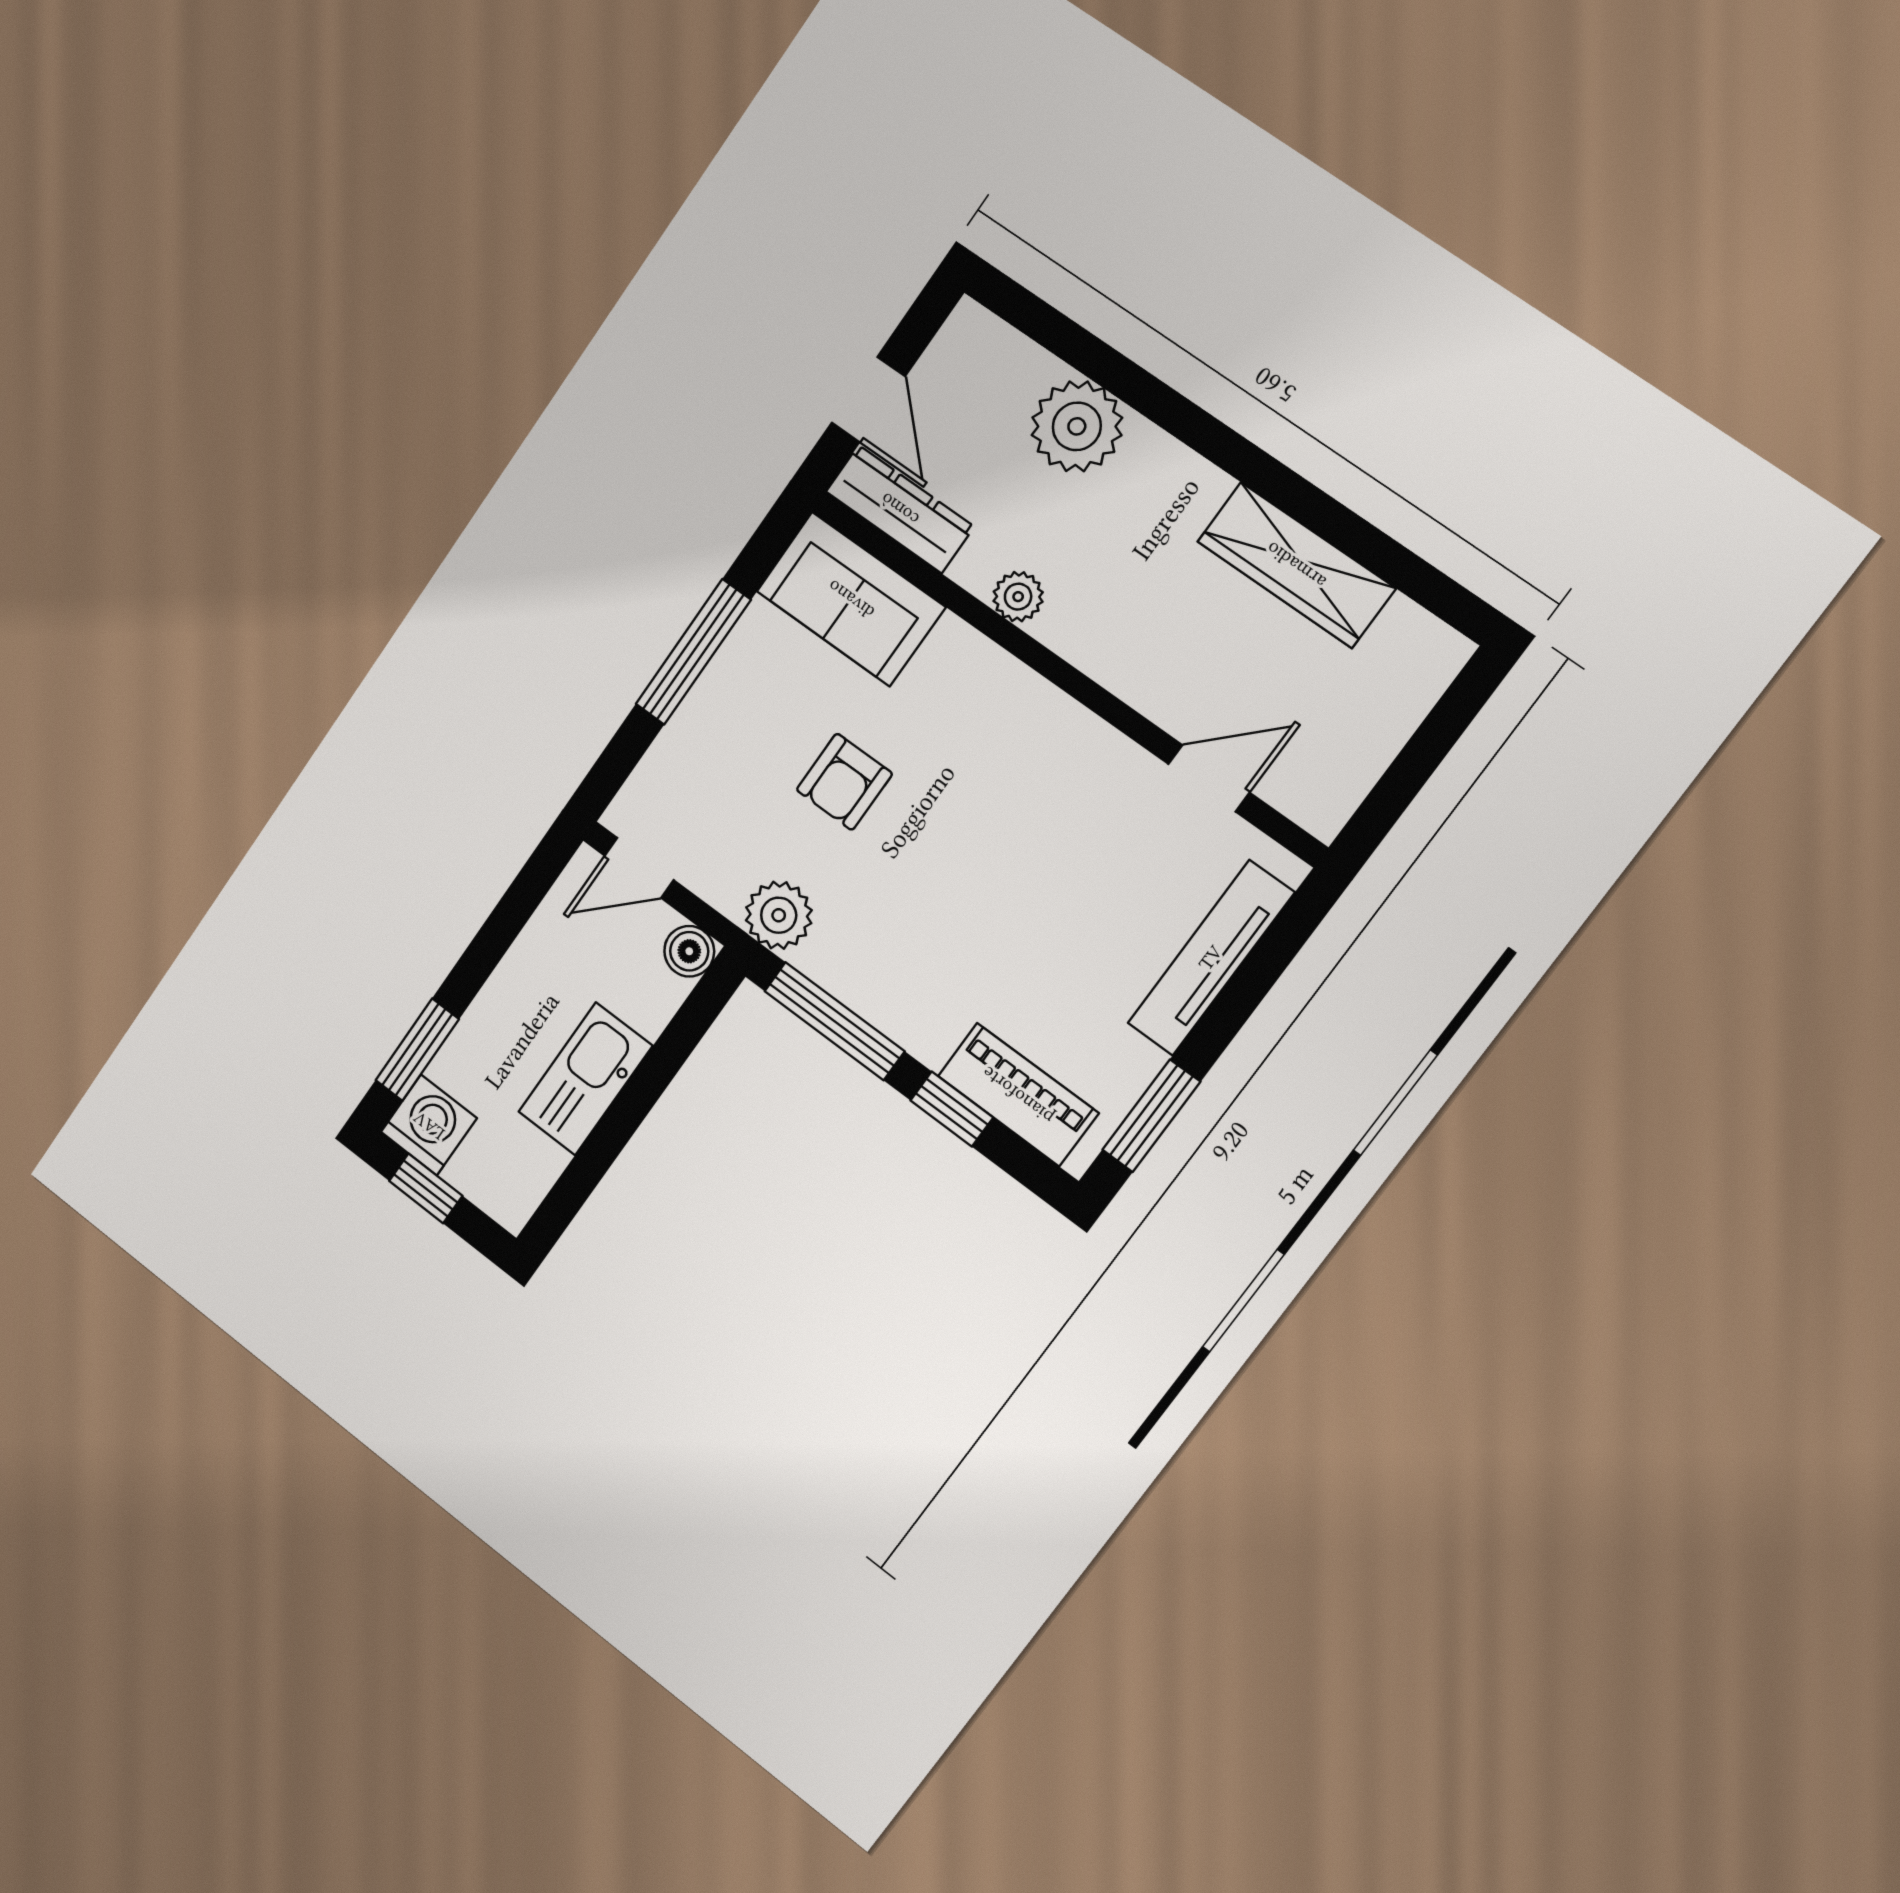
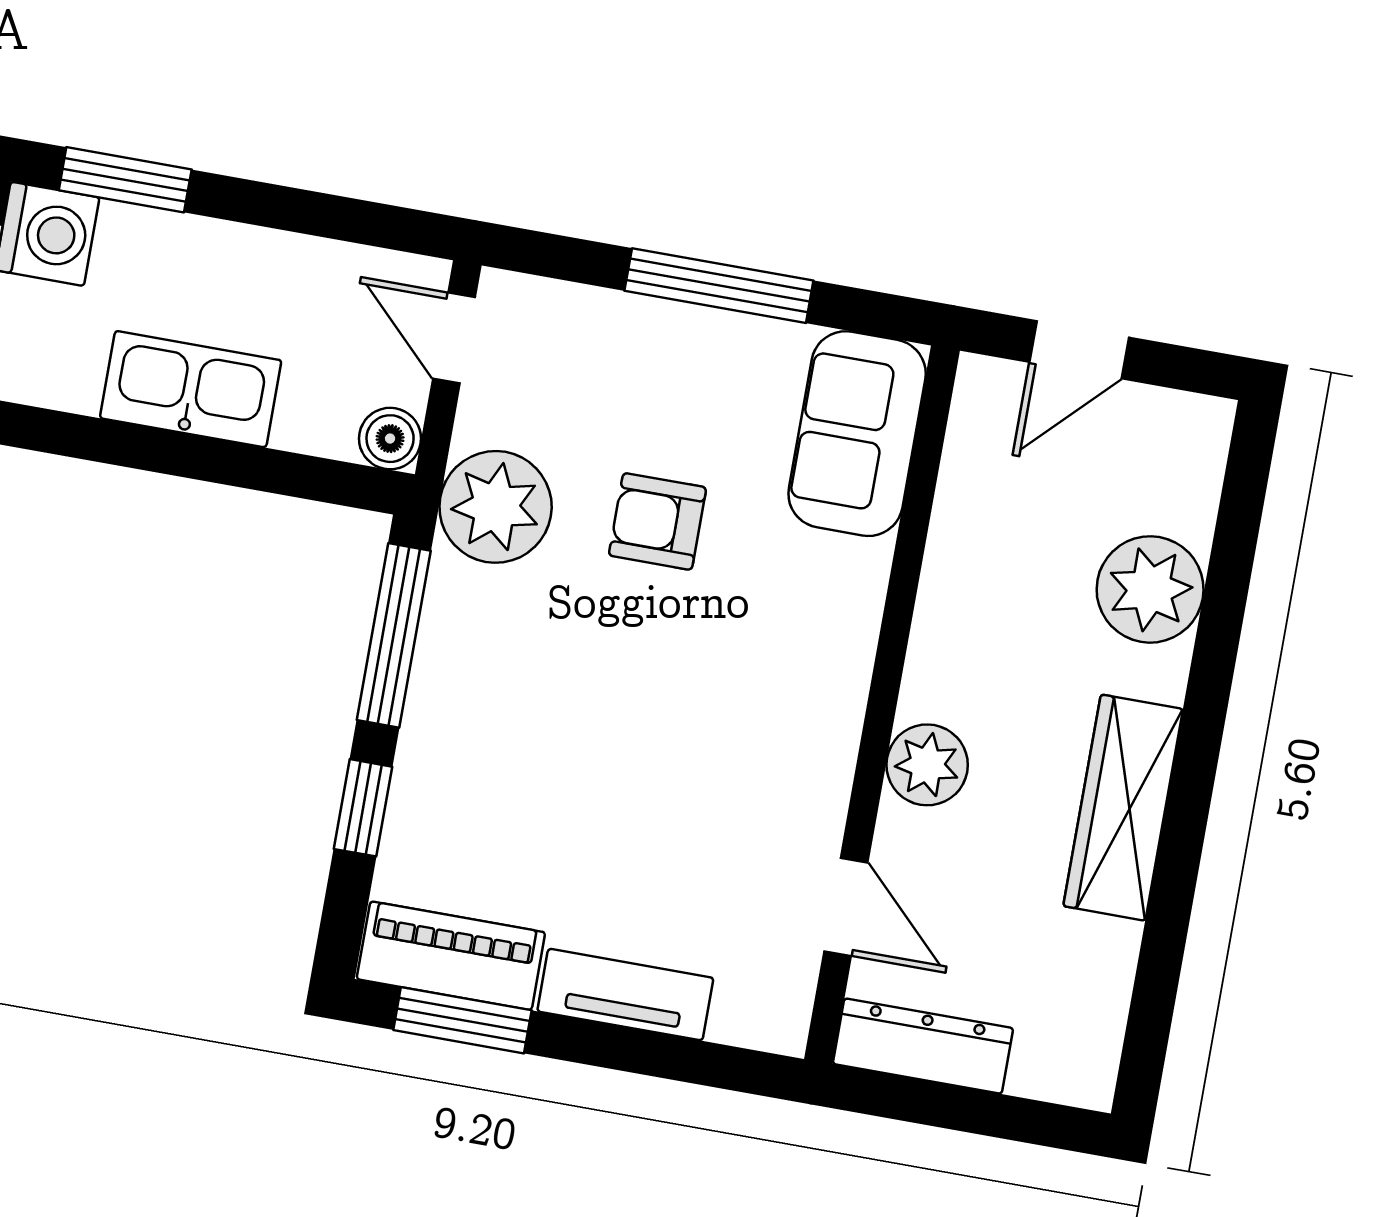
dresser: (900, 509) -> (923, 1046), moved, turned -90
wardrobe: (1296, 565) -> (1123, 808), moved
plant: (1018, 597) -> (927, 765), moved, width x1.38, depth x1.38
plant: (779, 915) -> (496, 507), width x1.36, depth x1.36
tv unit: (1211, 958) -> (625, 995), width x0.71
piano: (1018, 1095) -> (451, 956), moved, turned -90

